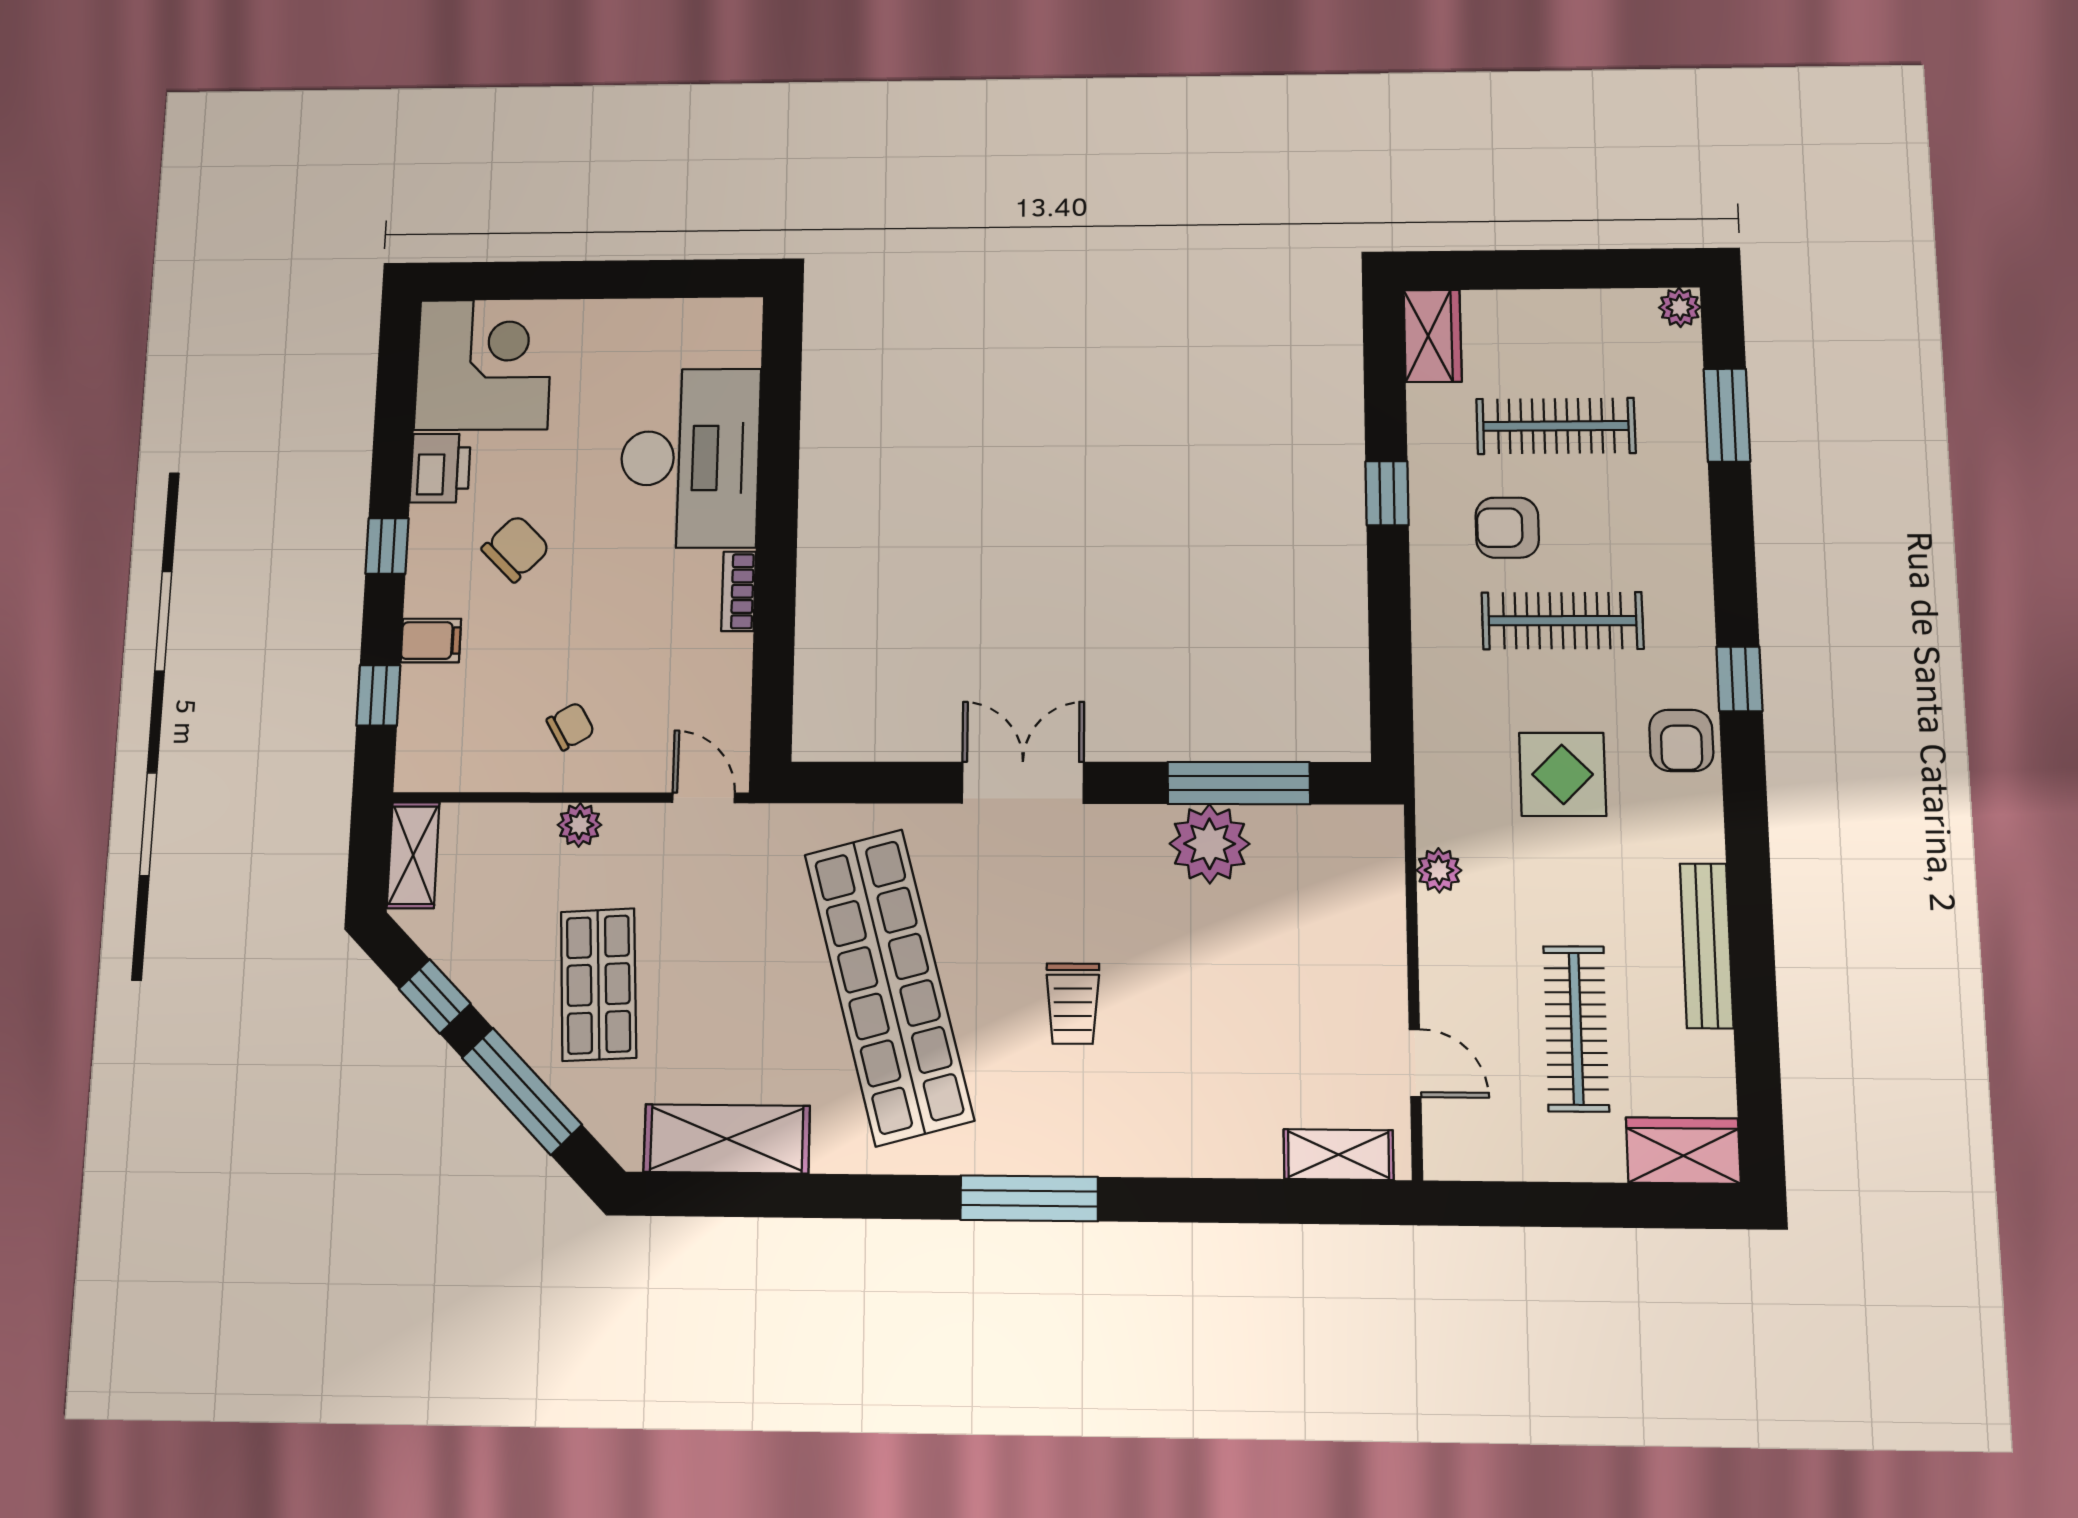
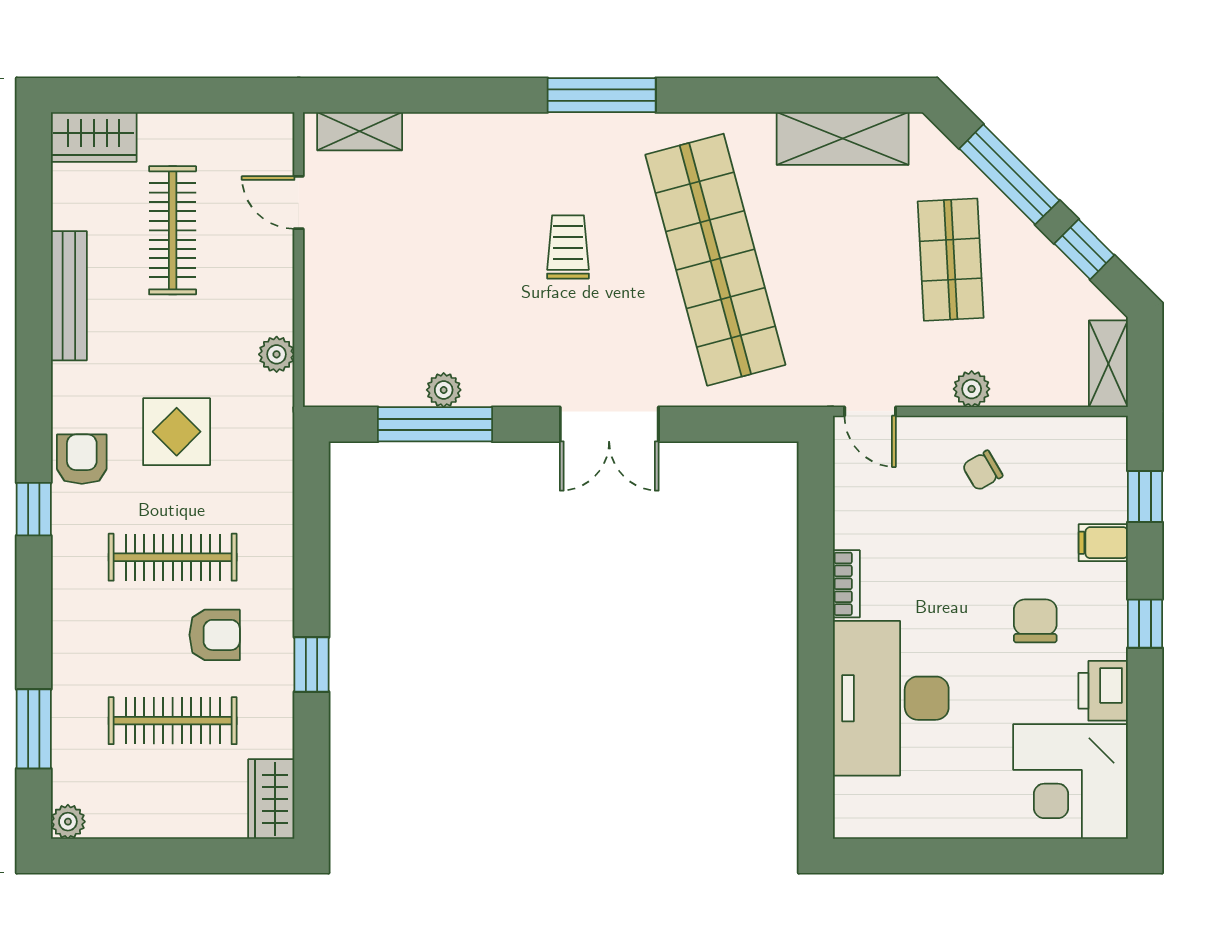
chair: (516, 549) -> (1035, 621), turned 135
plant: (1210, 844) -> (444, 390), width x0.53, depth x0.53

